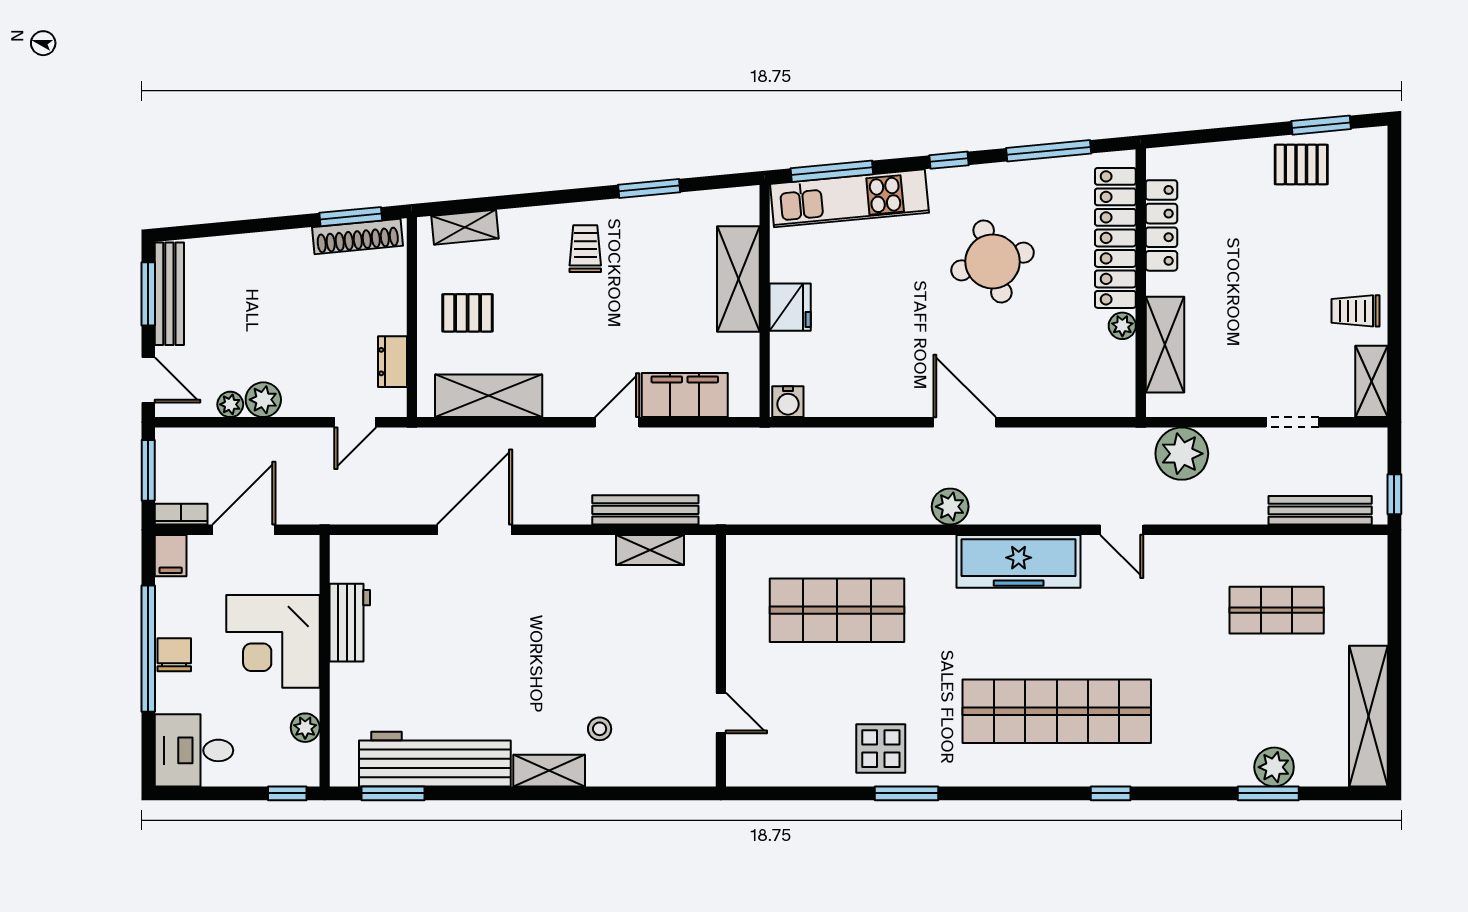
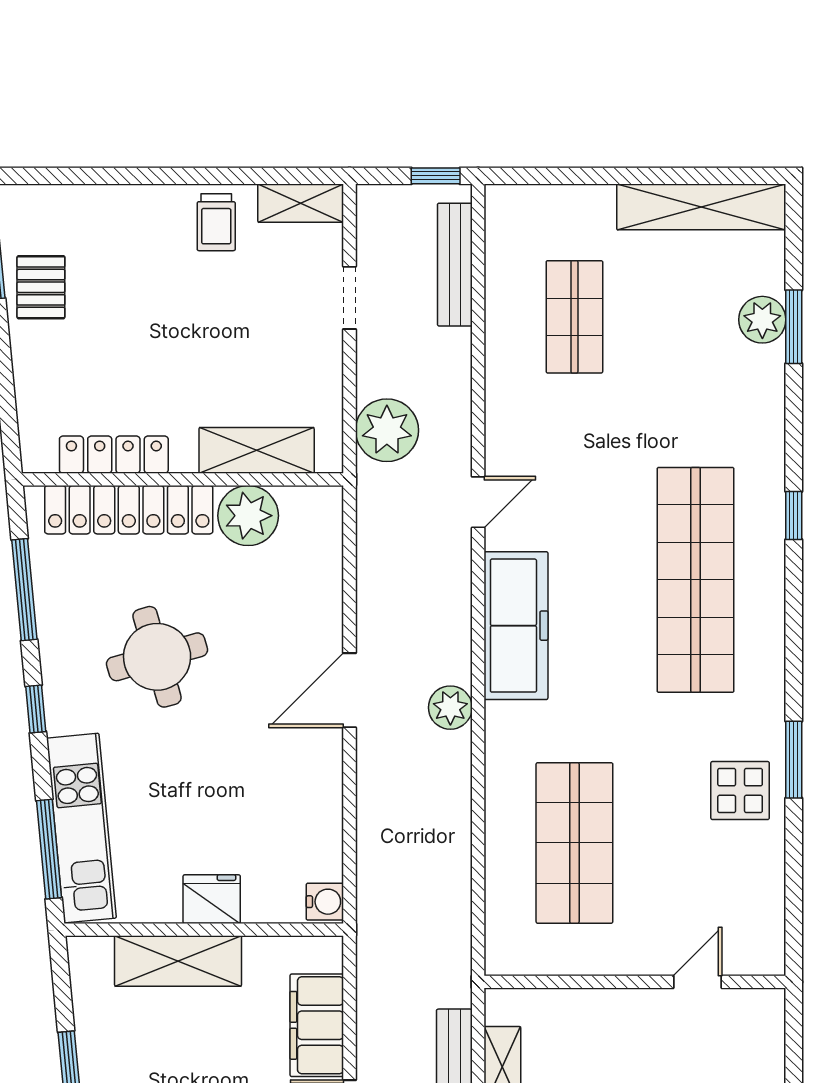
plant: (1122, 326) -> (248, 516), width x1.88, depth x1.88

